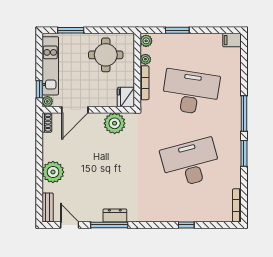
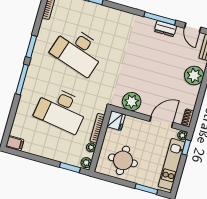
window: (177, 30) -> (70, 168), moved
desk: (191, 163) -> (78, 51), turned 33
dresser: (115, 215) -> (165, 29), moved

